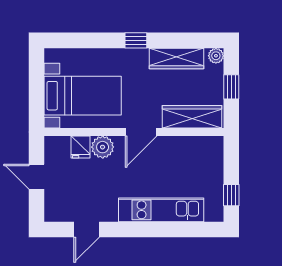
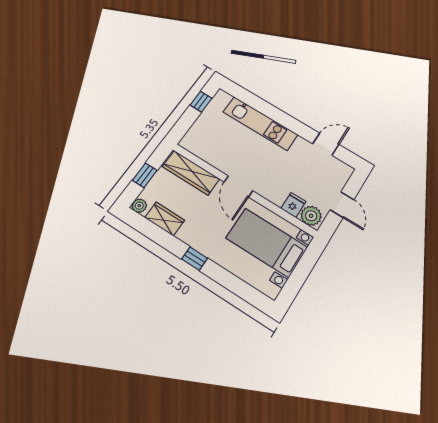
wardrobe: (176, 58) -> (165, 219), width x0.67
door: (141, 132) -> (238, 186), swing flipped
plant: (103, 147) -> (311, 216), moved

